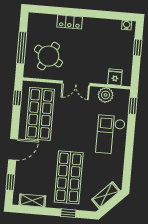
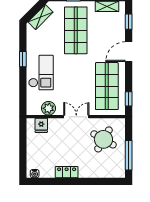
locker: (70, 22) -> (67, 172), moved
window: (22, 48) -> (129, 155), moved
window: (138, 48) -> (23, 154), removed
window: (133, 106) -> (23, 59), moved

